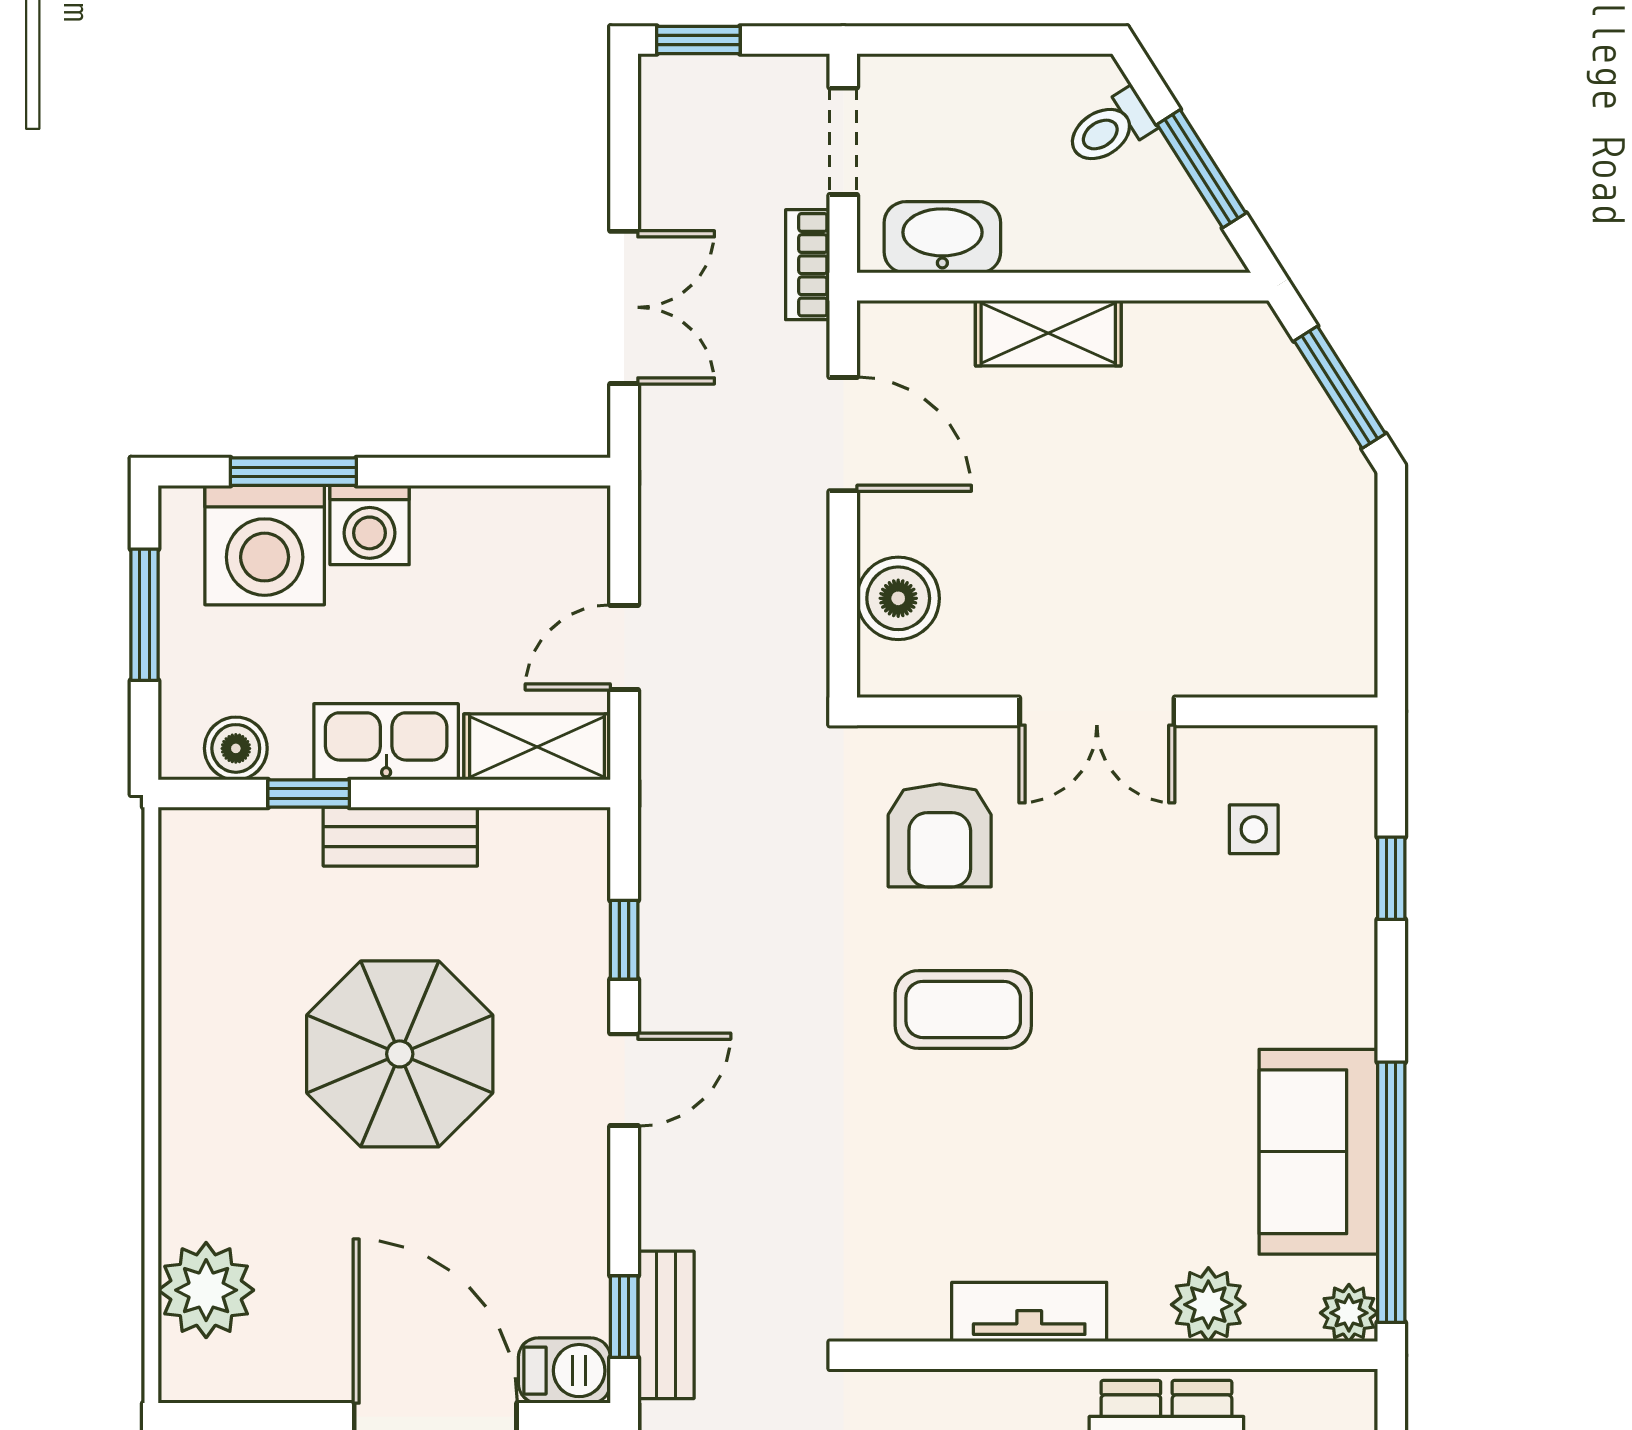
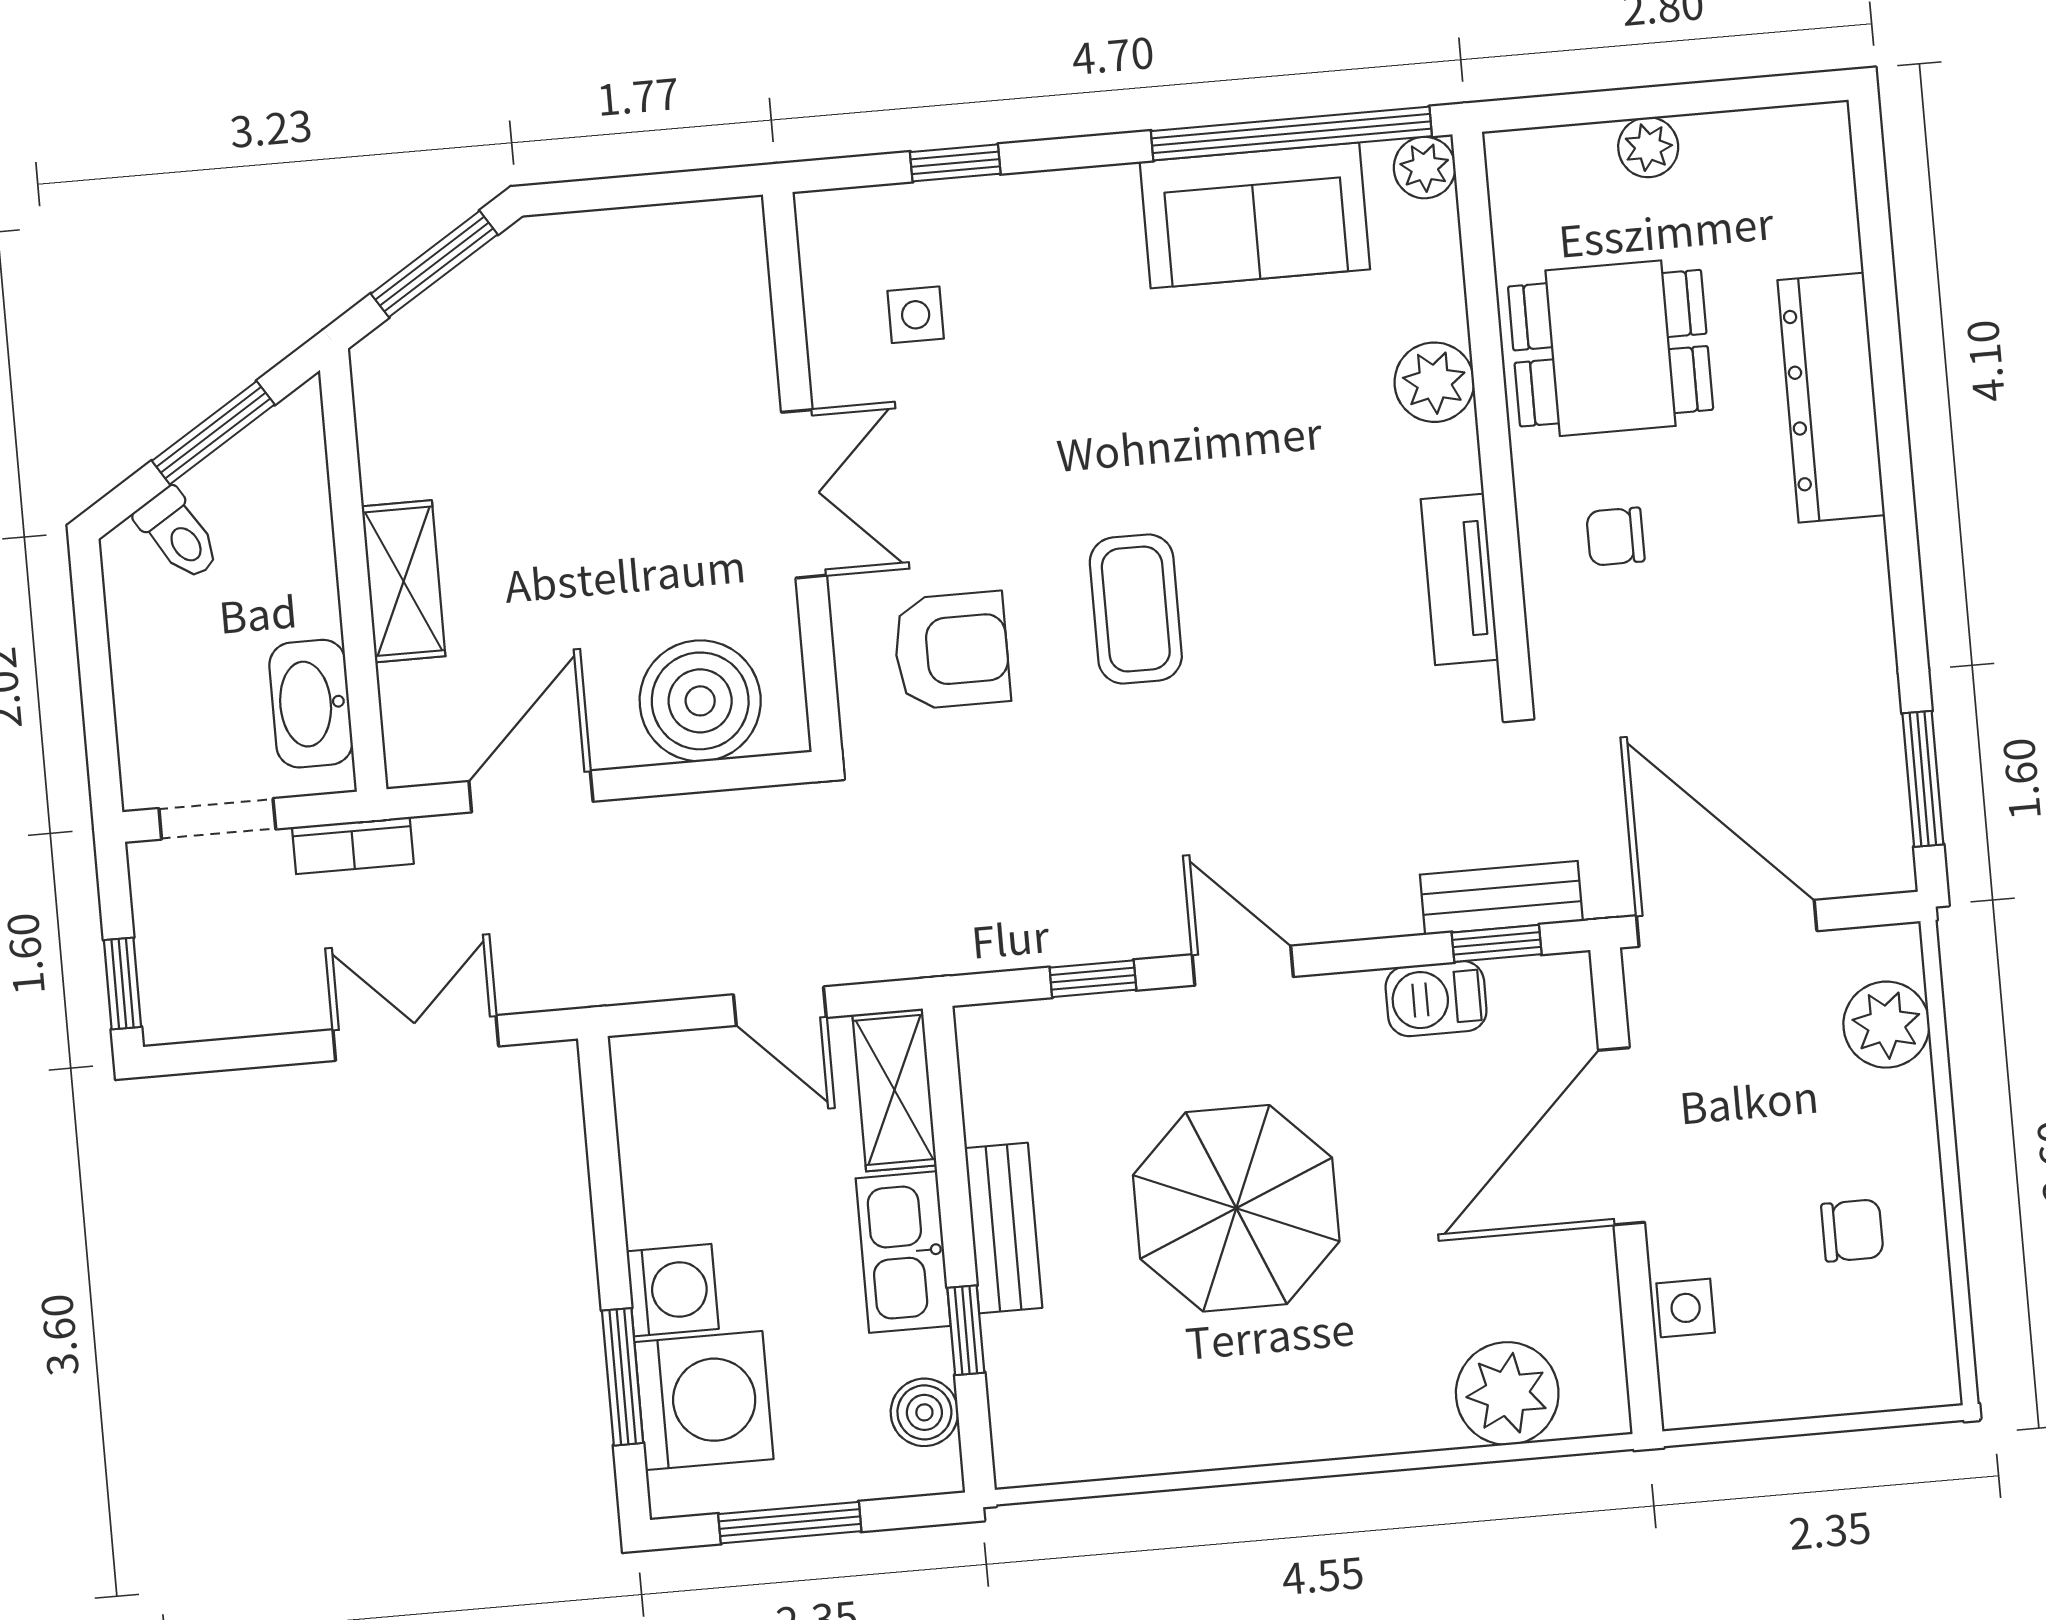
boiler: (898, 598) -> (700, 701), width x1.37, depth x1.37
plant: (1208, 1305) -> (1434, 382), moved
tv unit: (1029, 1312) -> (1460, 579), moved
barbecue: (564, 1371) -> (1436, 999), moved, turned -90

